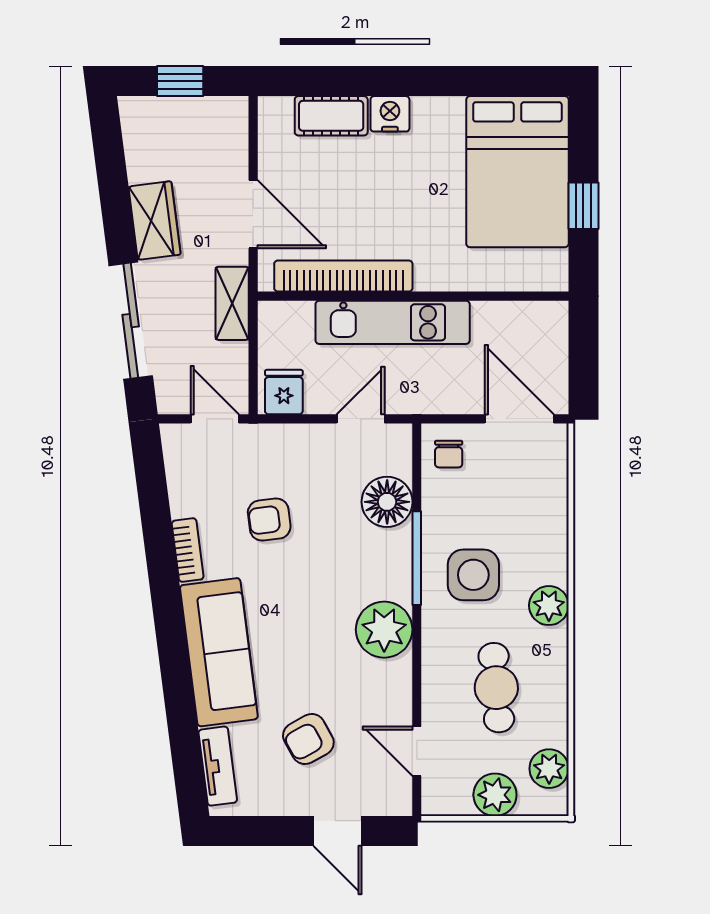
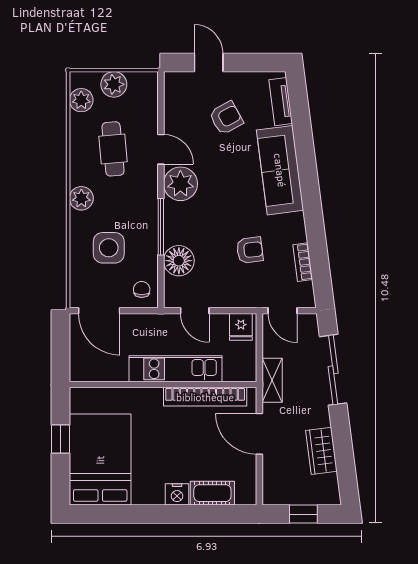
wardrobe: (155, 221) -> (321, 451), moved
door: (361, 419) -> (195, 311), hinge flipped
bookcase: (188, 550) -> (303, 262), moved
side table: (473, 575) -> (109, 248), moved
door: (417, 751) -> (161, 149), moved

